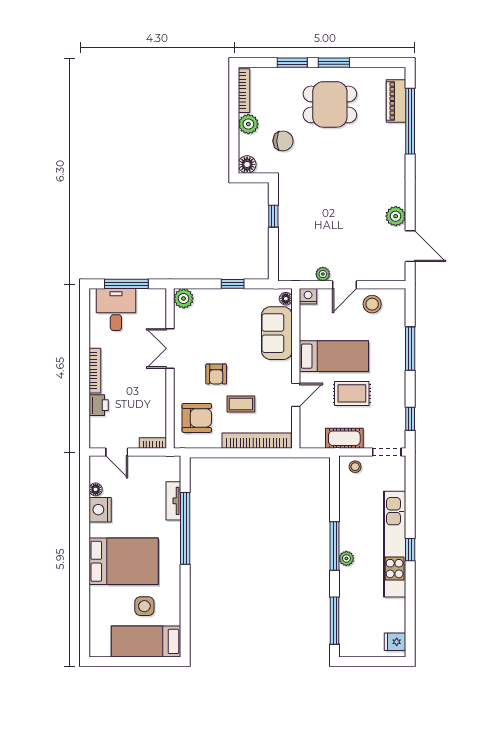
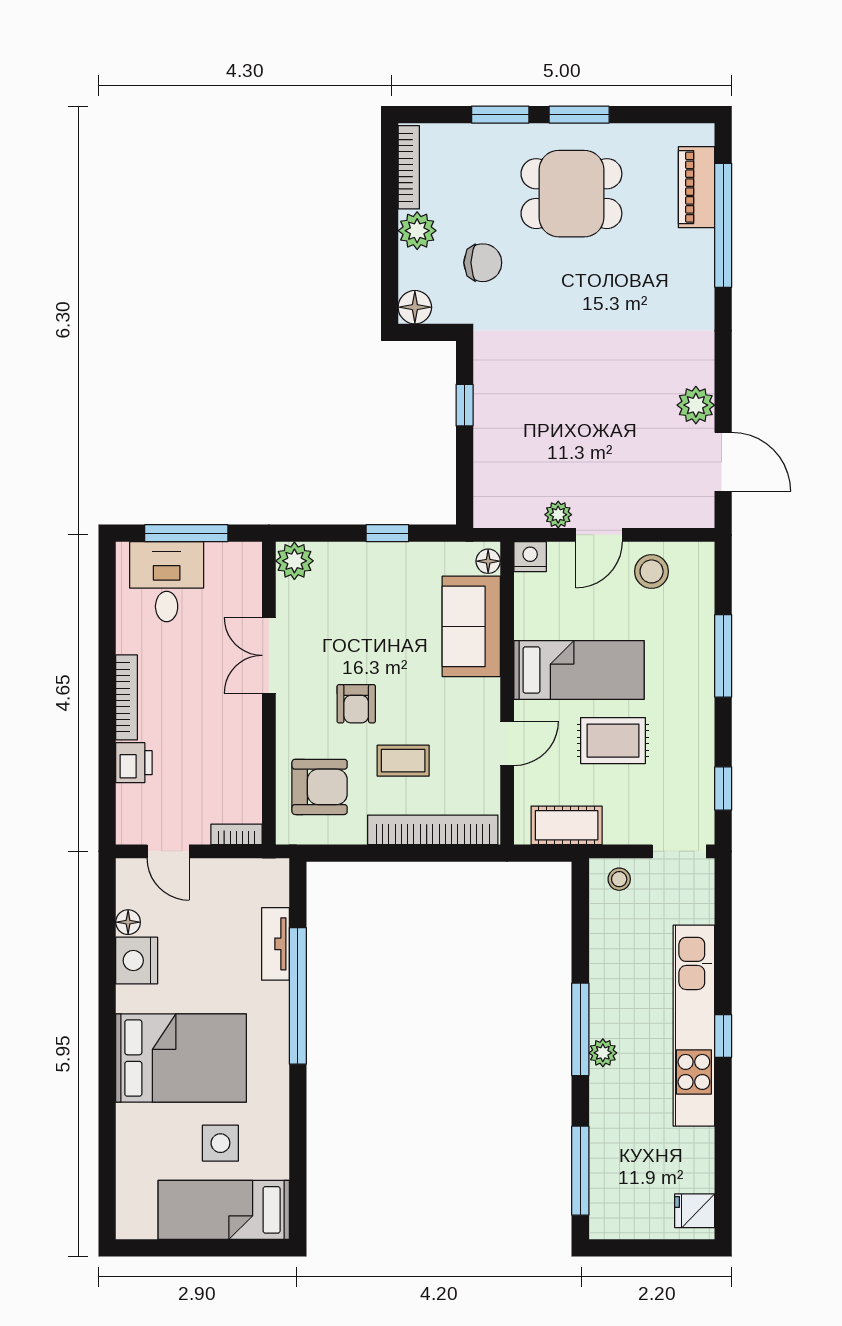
cot: (344, 438) -> (567, 825), moved

